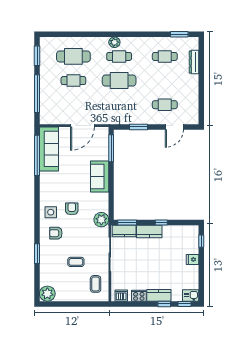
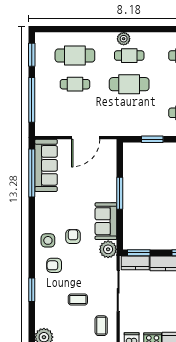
window: (111, 148) -> (120, 193), moved
sofa: (100, 176) -> (106, 221), moved

